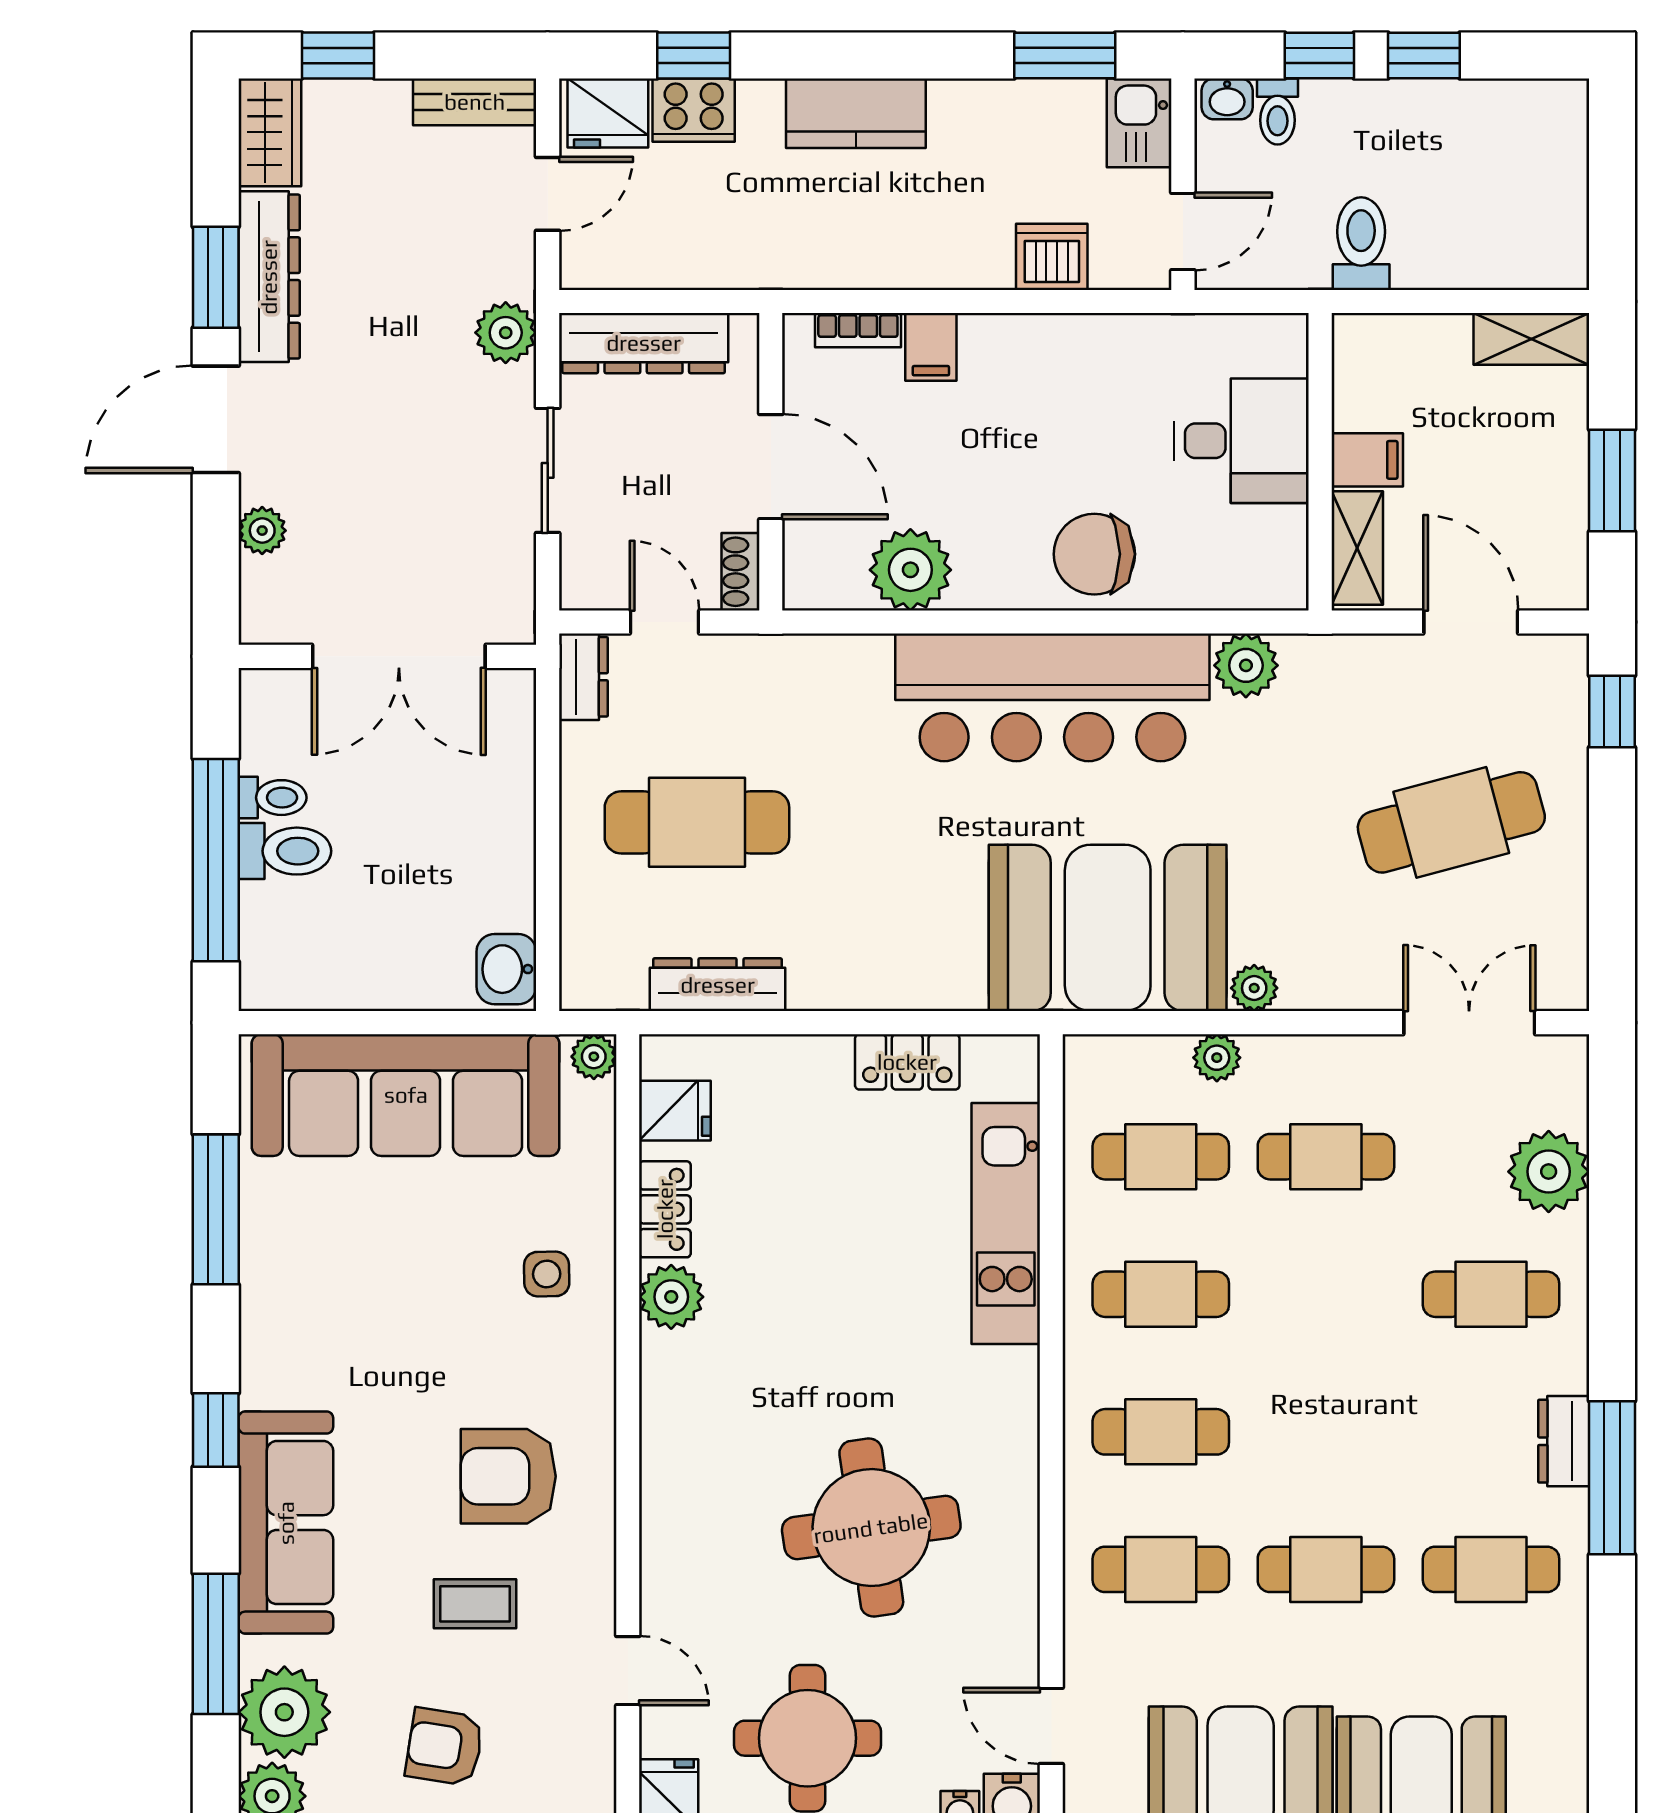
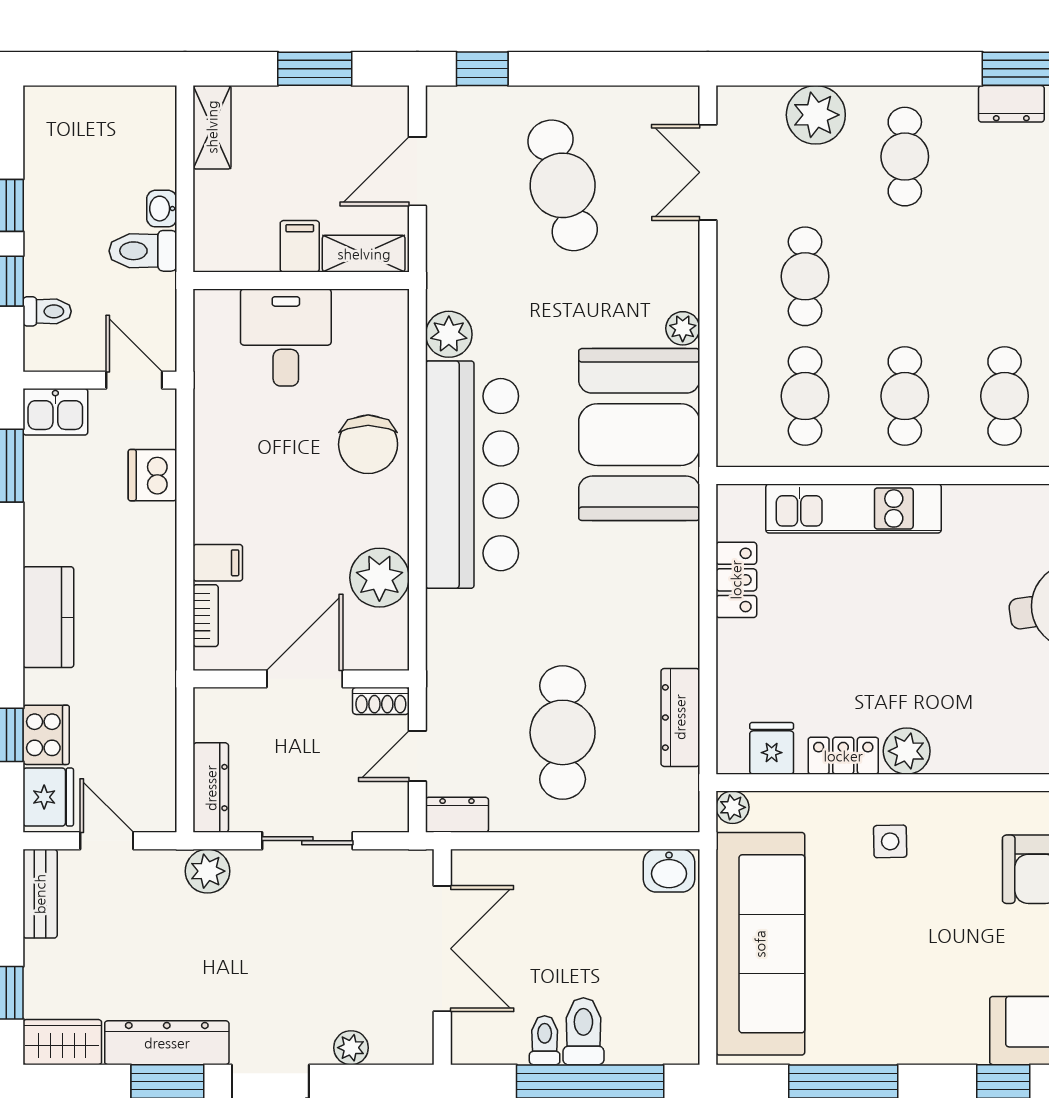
washbasin: (1227, 99) -> (162, 209), moved, turned 180
dresser: (644, 343) -> (211, 788), width x0.73, depth x0.80
plant: (1217, 1058) -> (733, 355), removed

